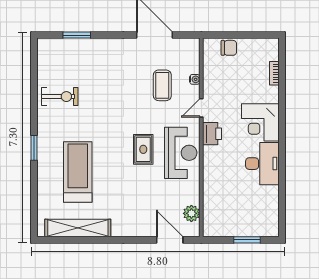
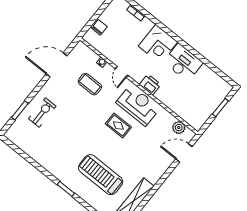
exercise bike: (60, 97) -> (42, 112), moved
printer: (212, 134) -> (150, 85), moved

